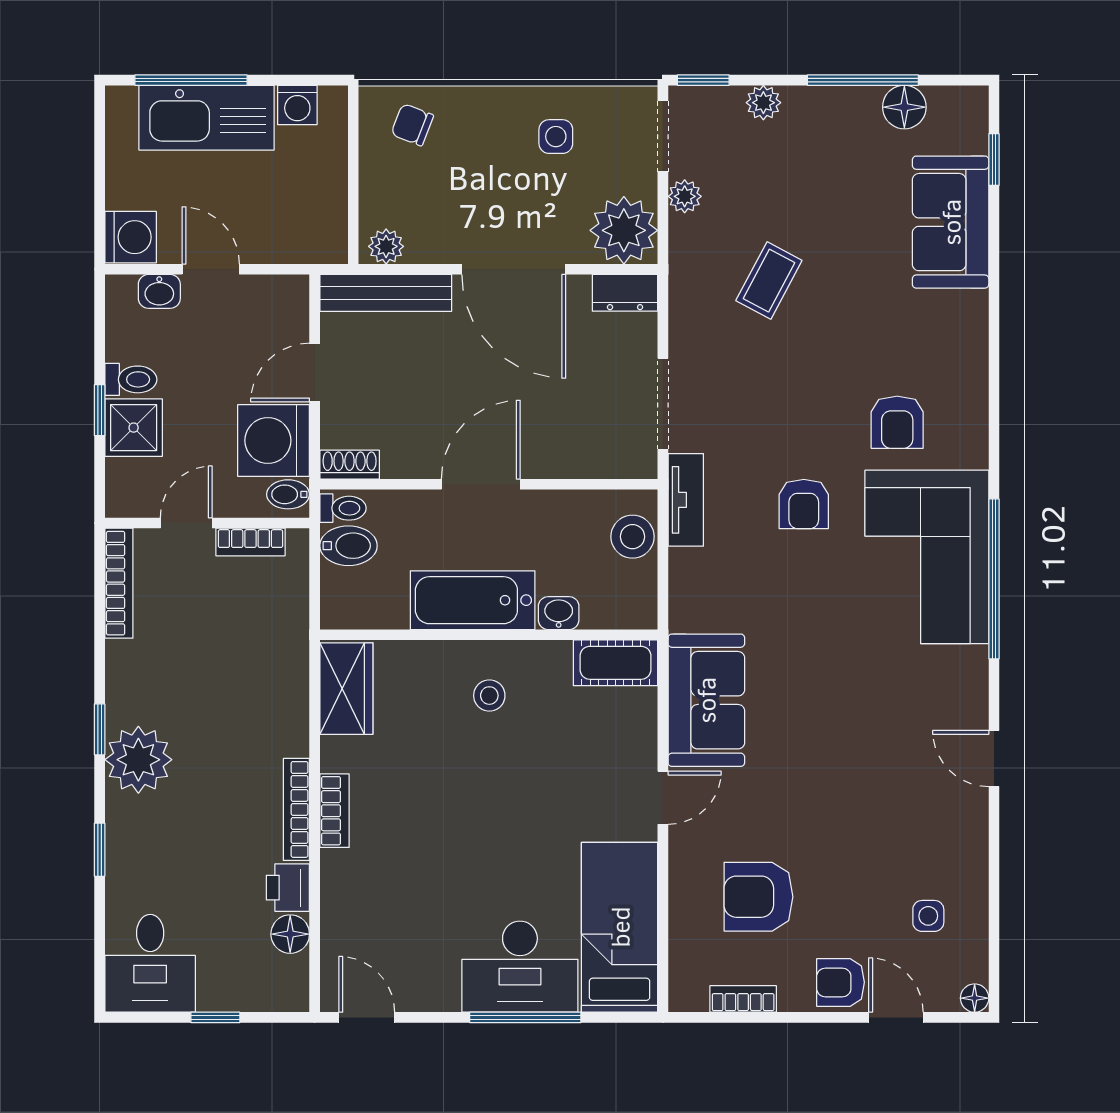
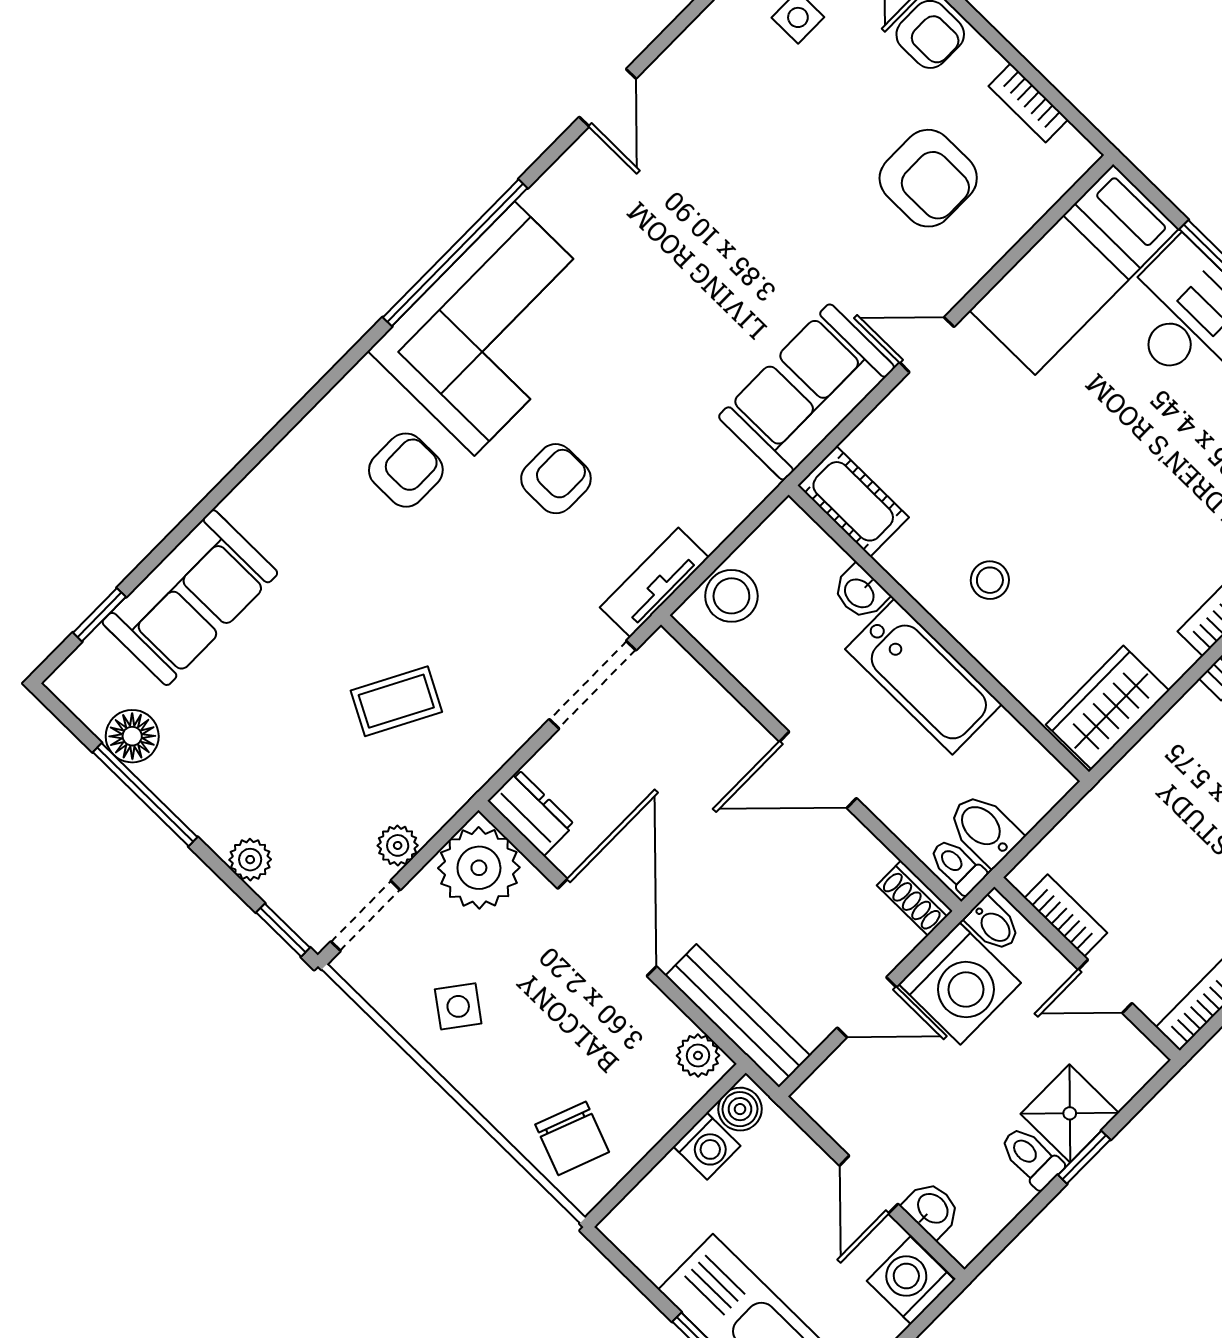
washing machine: (297, 105) -> (707, 1146), moved, turned 90
chair: (412, 125) -> (572, 1138), width x1.37, depth x1.37
side table: (556, 137) -> (458, 1006), turned 37
boiler: (330, 239) -> (740, 1109), added

